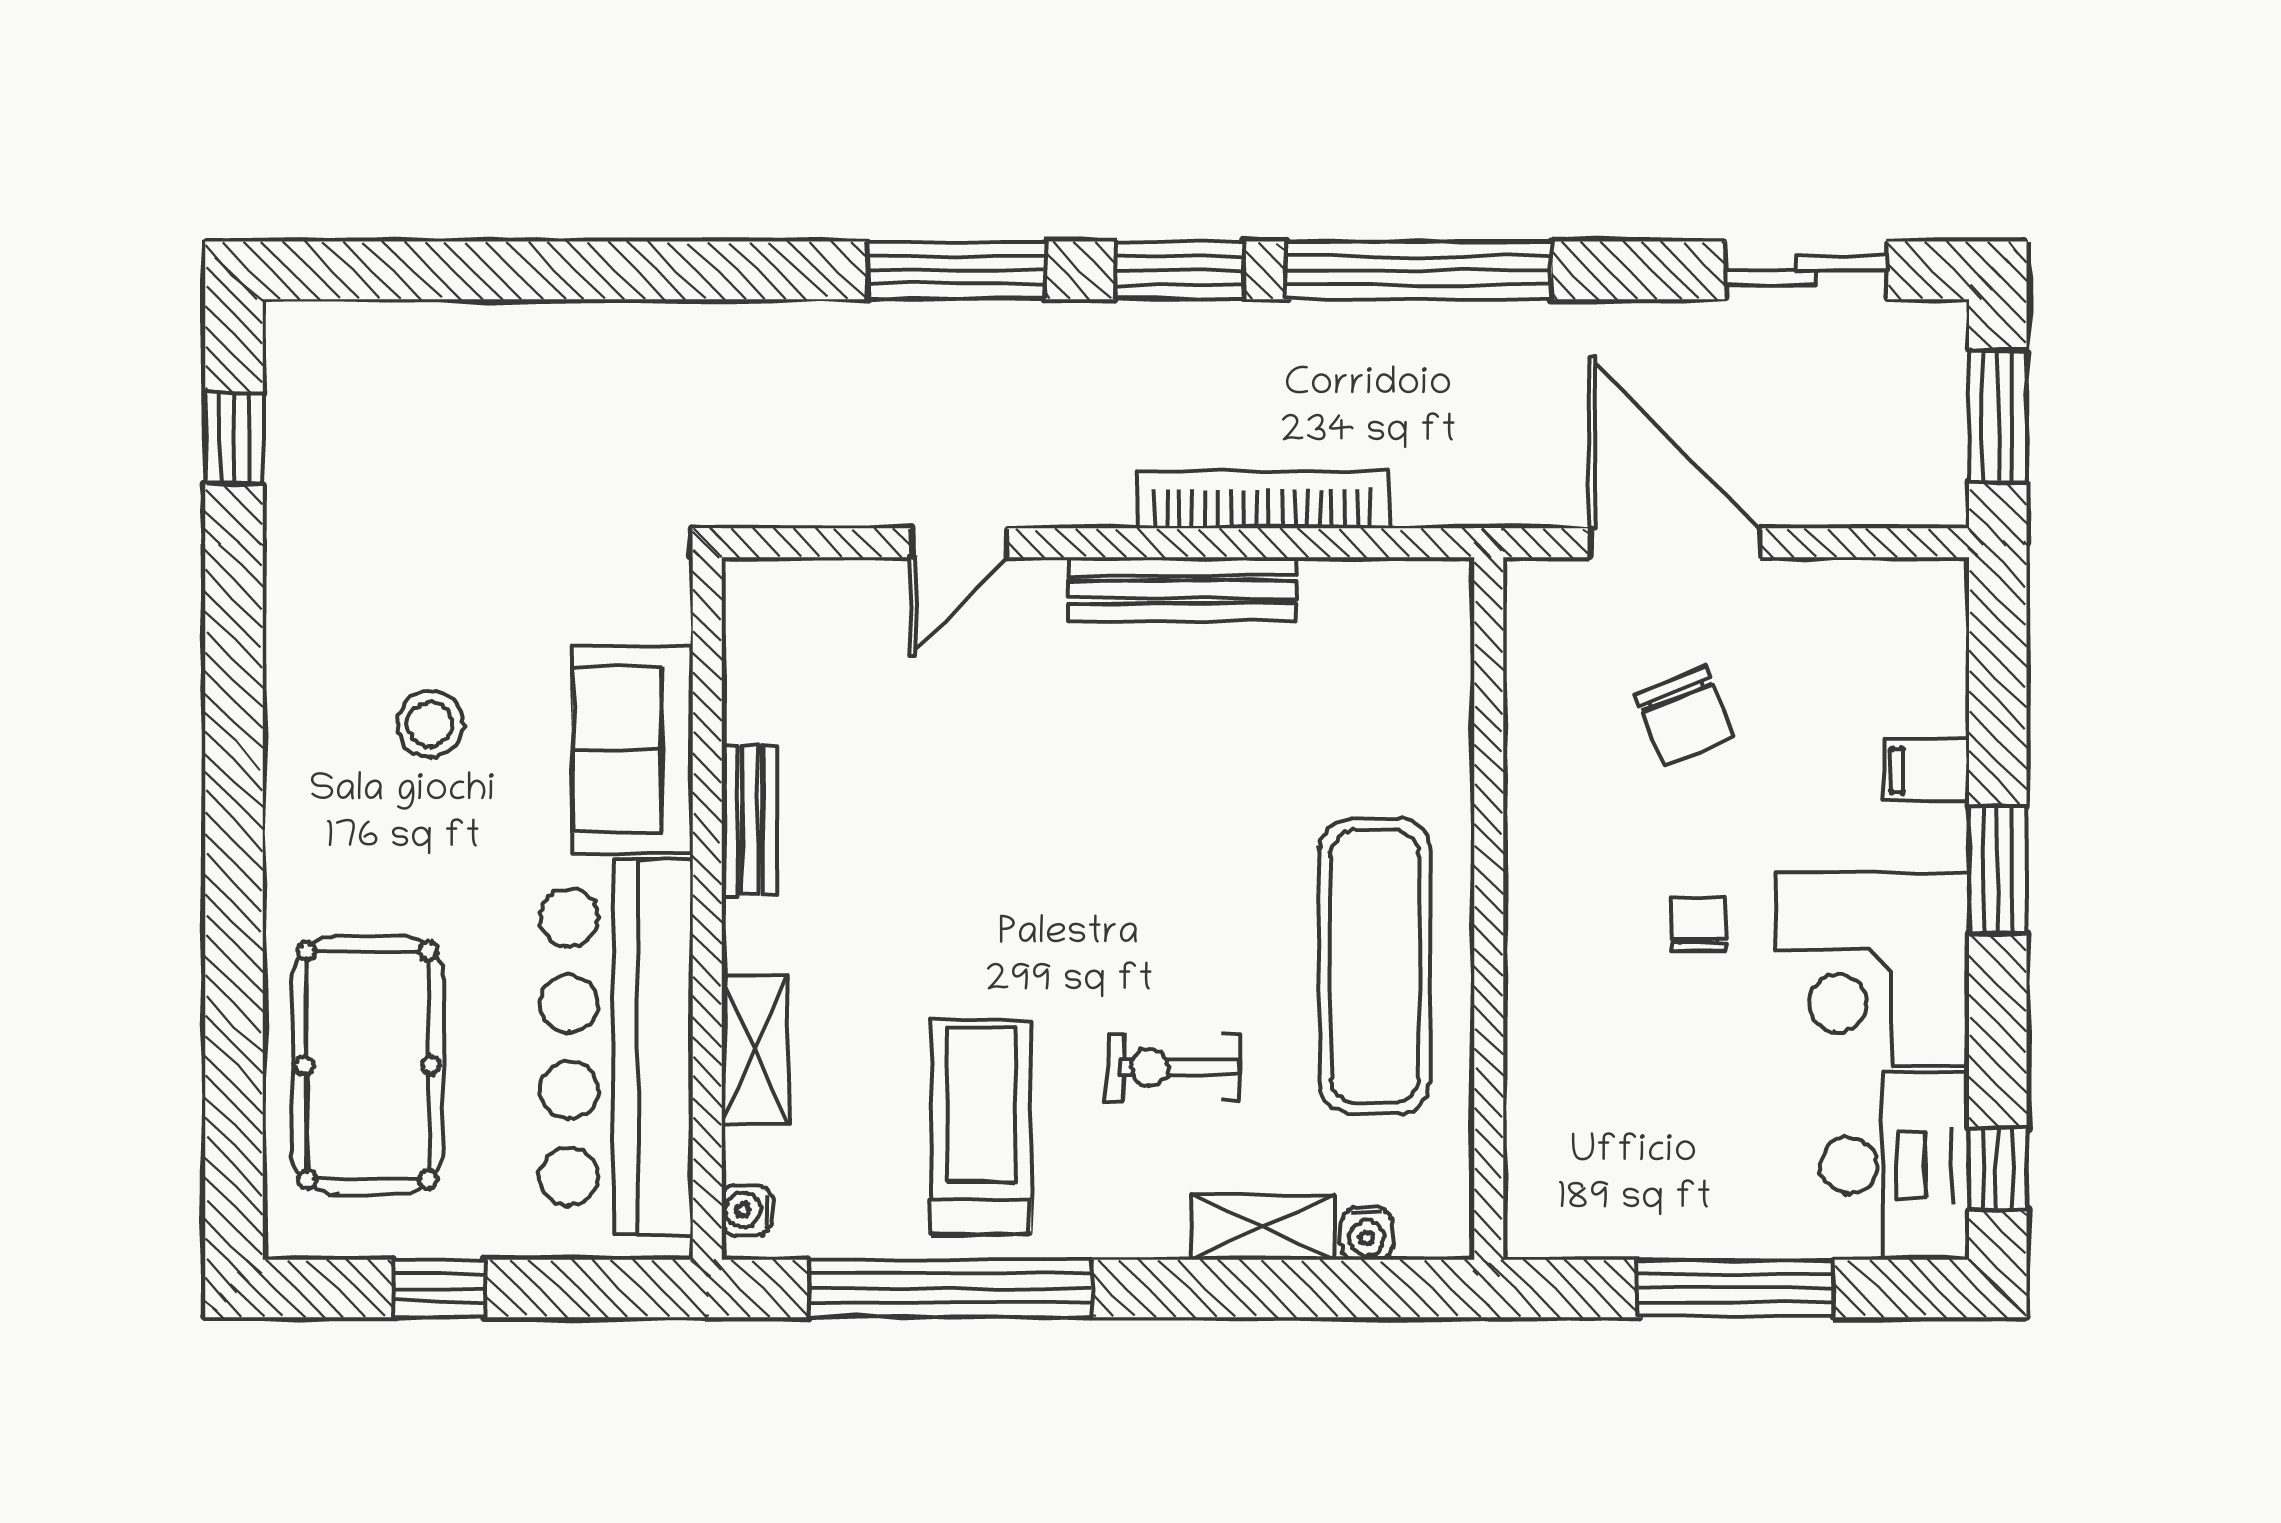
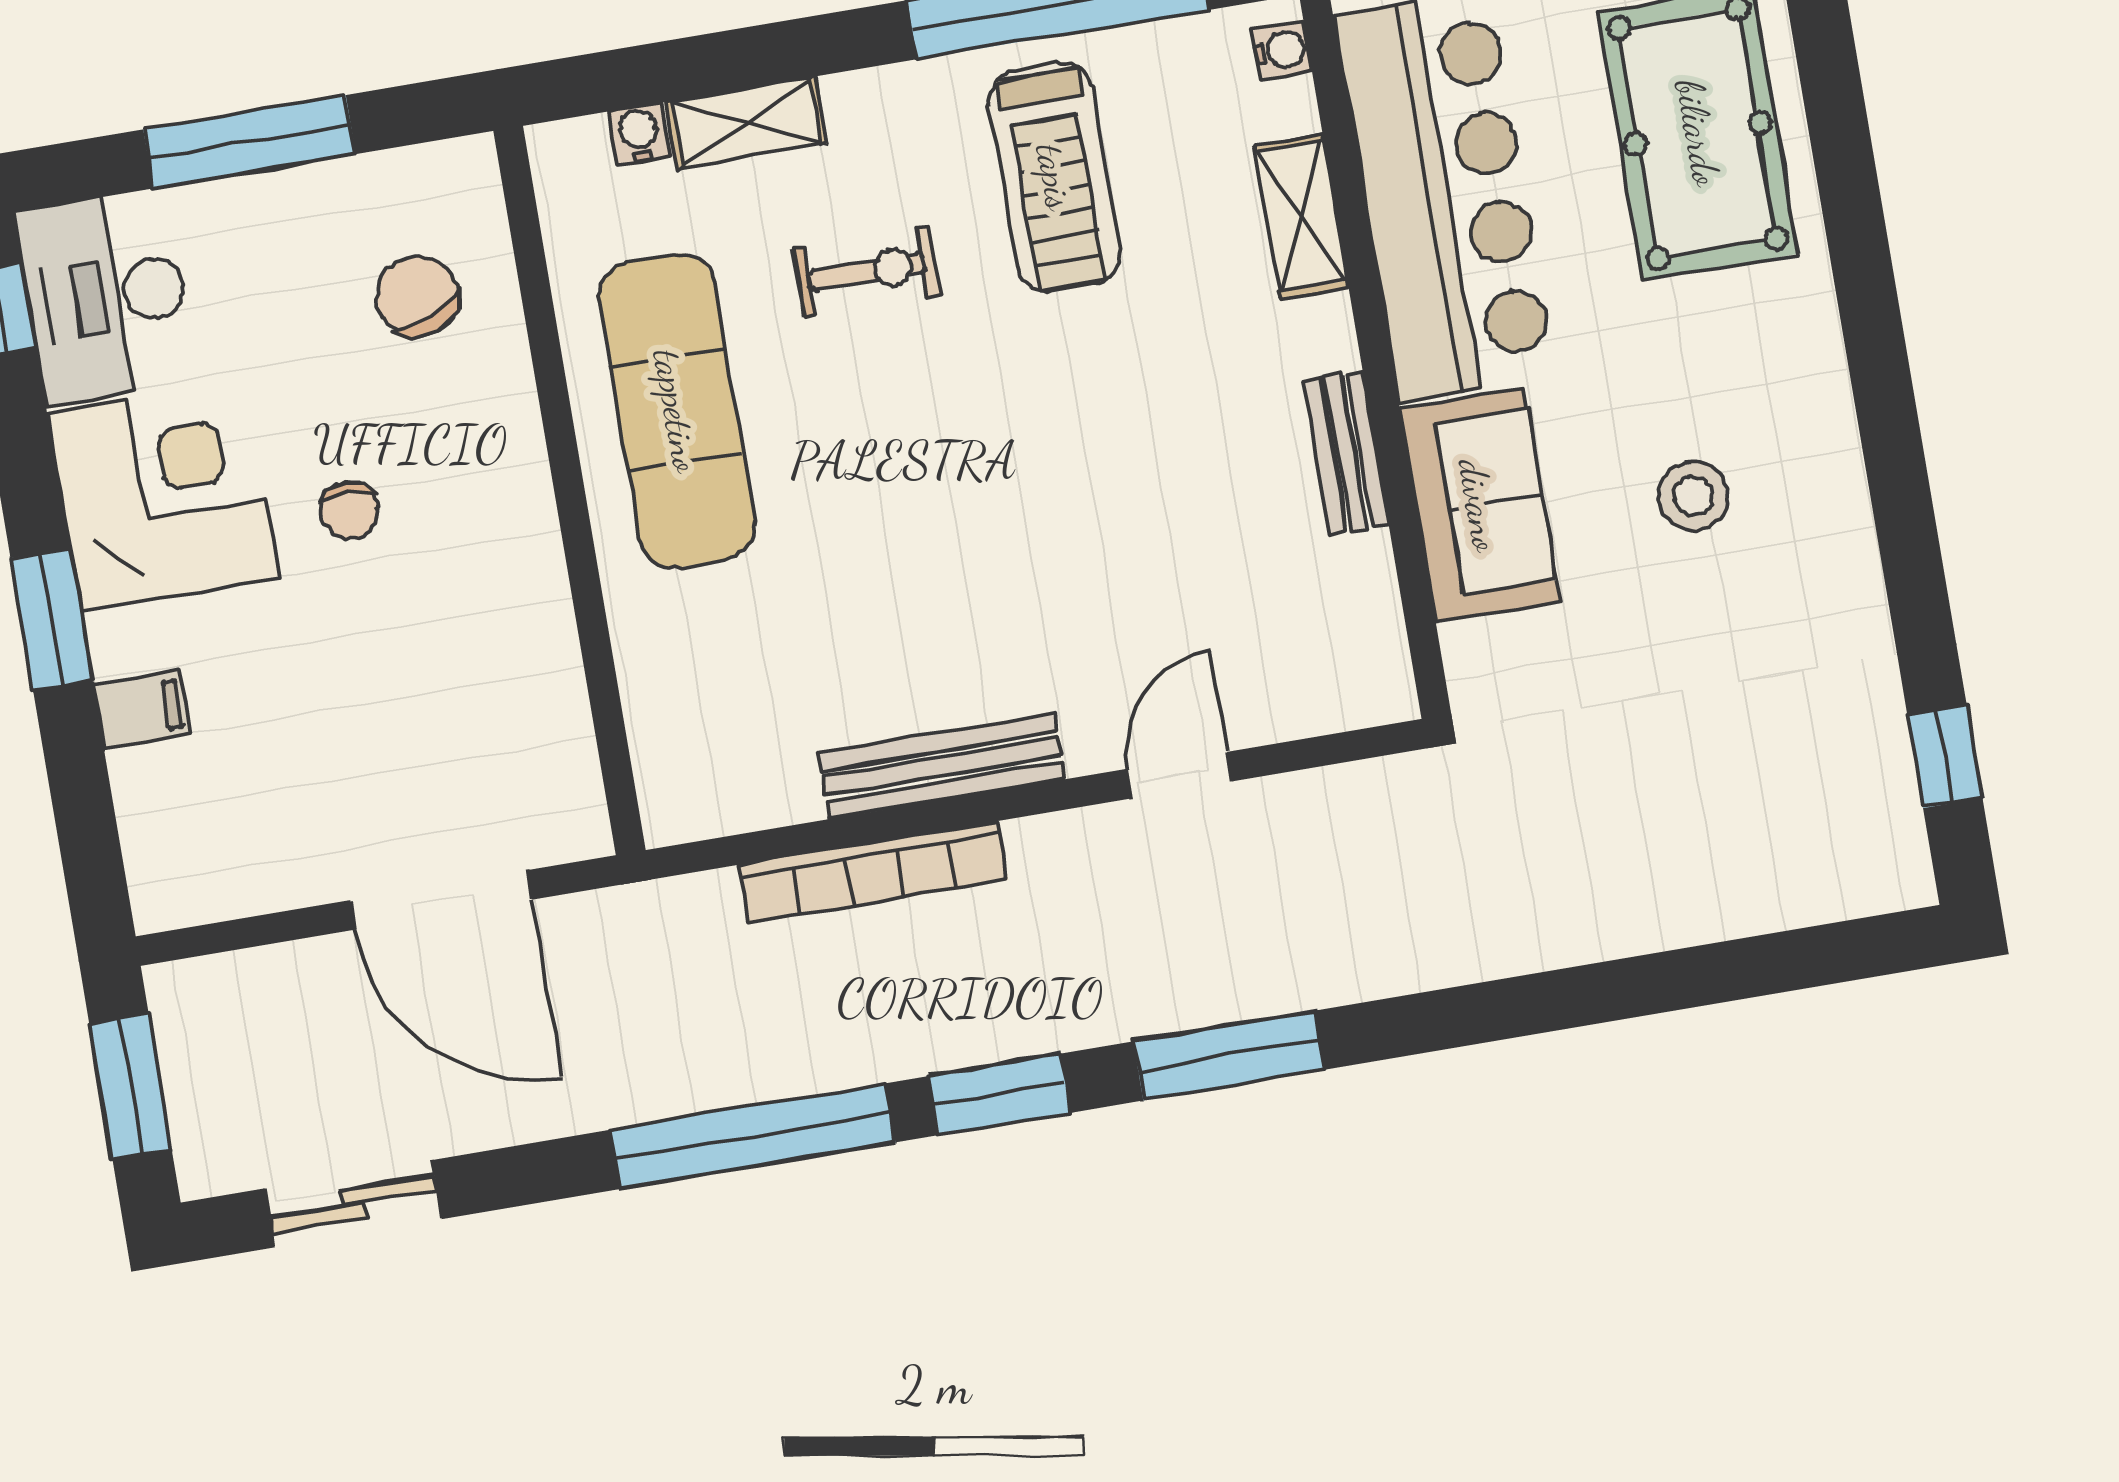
chair: (1685, 716) -> (417, 296), moved

